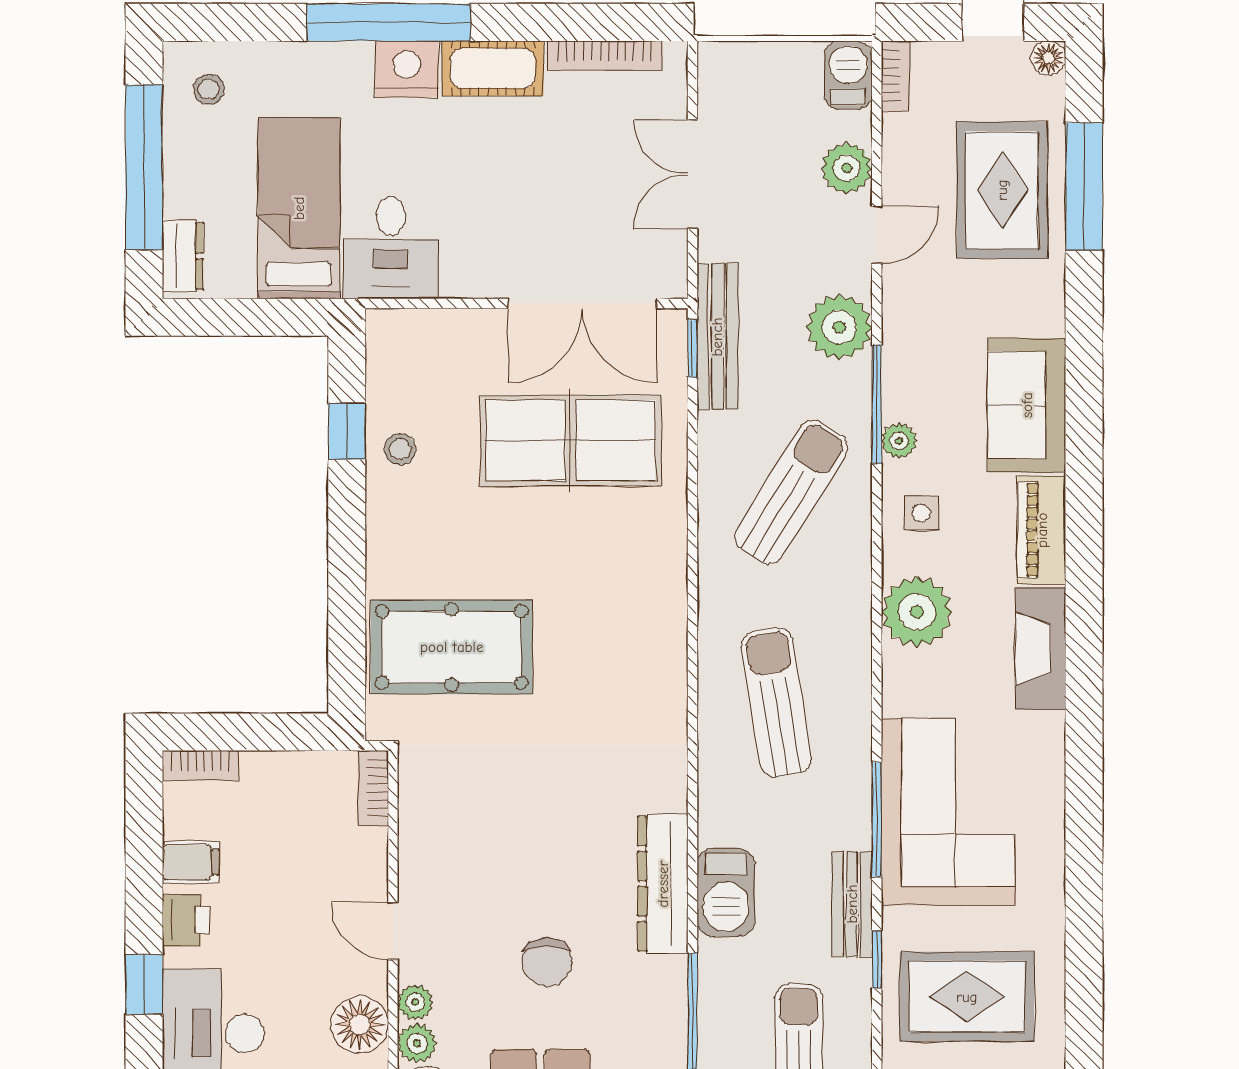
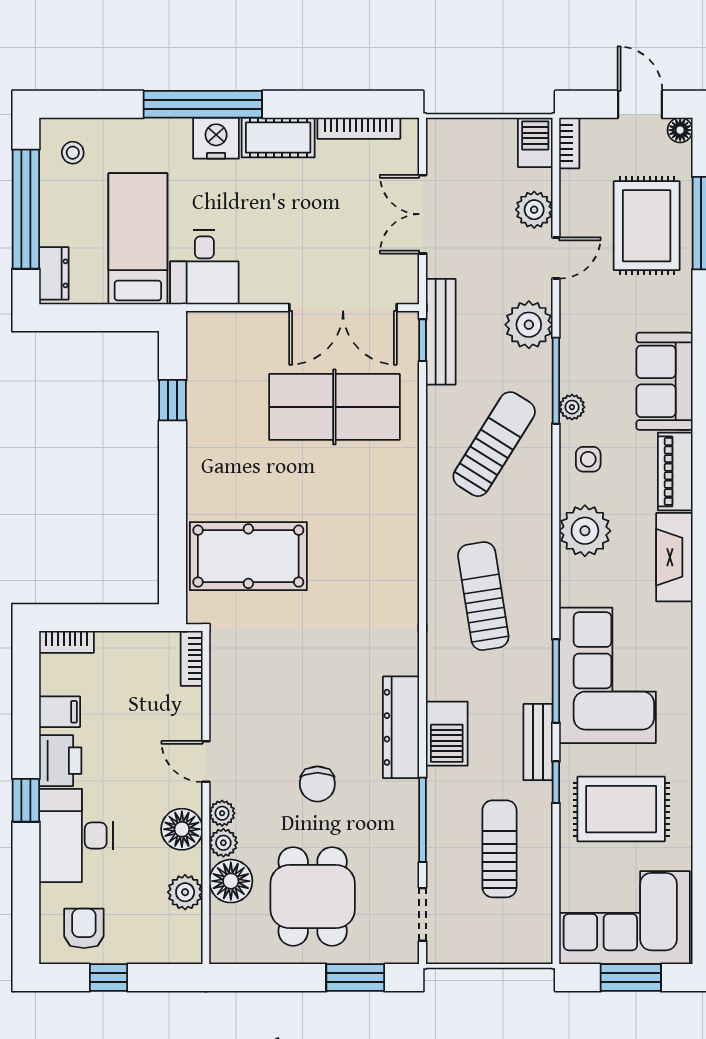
stool: (400, 449) -> (211, 413), removed
printer: (186, 920) -> (60, 761), width x1.36, depth x1.24

